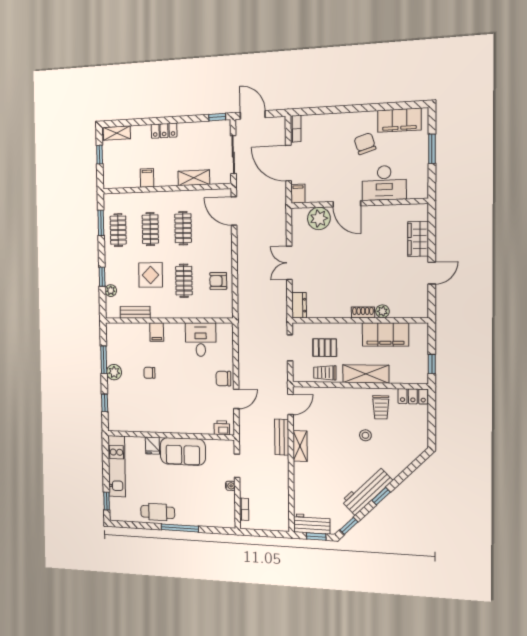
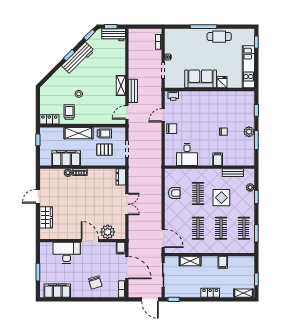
chair: (365, 144) -> (95, 282), moved

